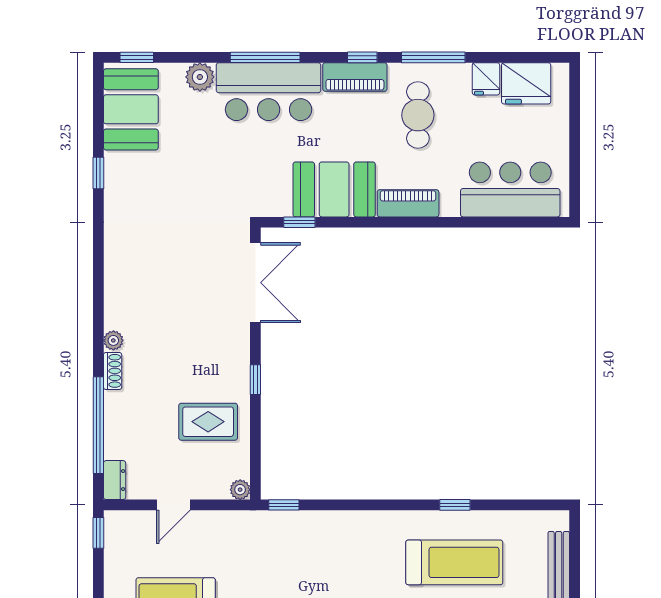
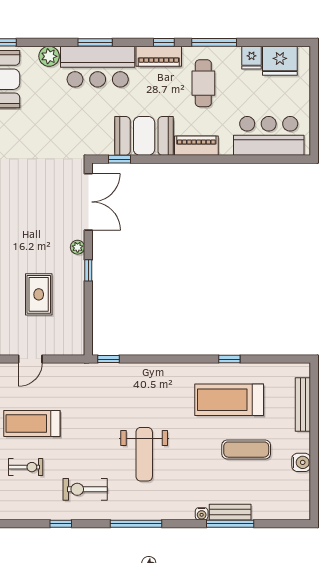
window: (265, 57) -> (95, 42), width x0.69
rug: (208, 422) -> (39, 294), moved, turned 90
plant: (240, 490) -> (78, 247), moved
treadmill: (454, 562) -> (229, 400), turned 180

